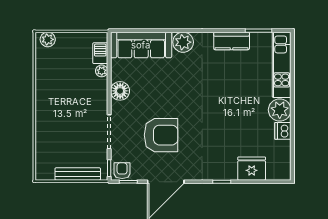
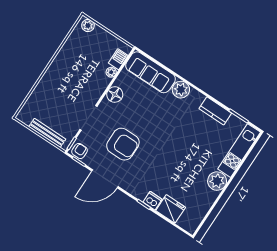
dishwasher: (283, 131) -> (153, 201), moved, turned 90

